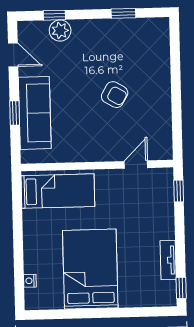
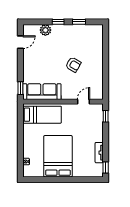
window: (54, 15) -> (58, 22), moved
door: (13, 55) -> (20, 42), hinge flipped
window: (15, 113) -> (20, 88), moved
sofa: (35, 113) -> (42, 92), moved, turned -90

